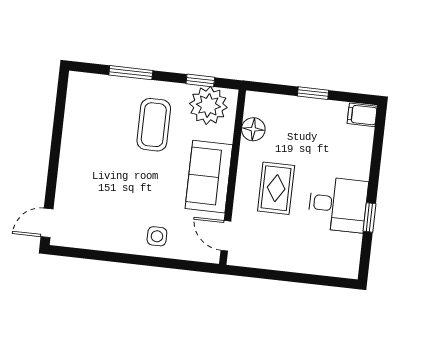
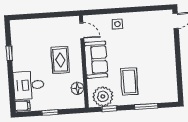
desk: (338, 204) -> (29, 85), moved

